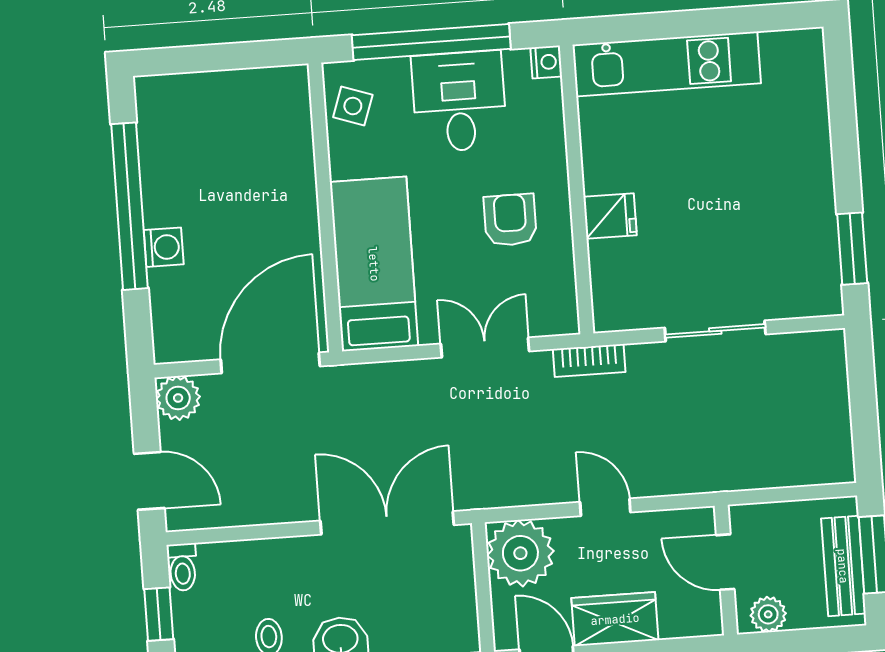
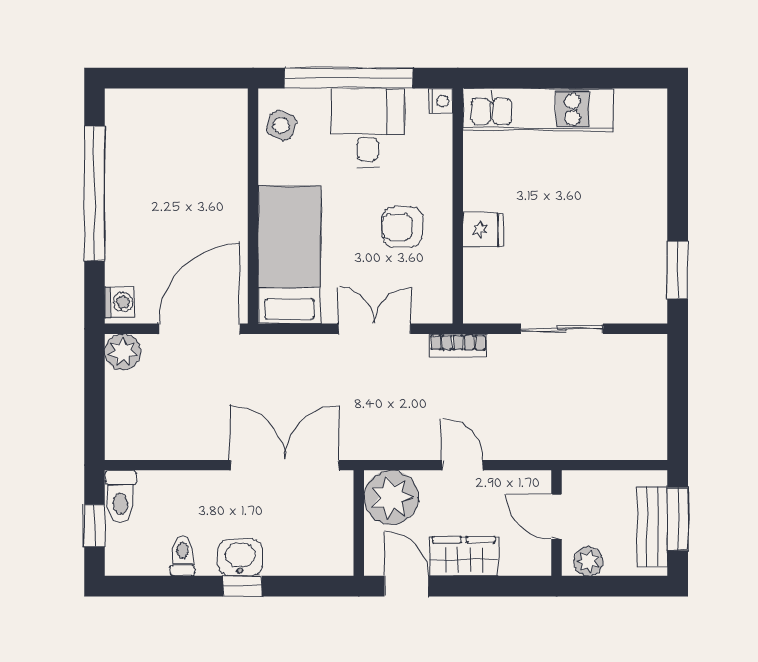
armchair: (510, 220) -> (402, 227), turned -90
washing machine: (164, 247) -> (120, 302), moved
door: (149, 481) -> (94, 417), removed
toilet: (182, 567) -> (121, 496), width x1.37, depth x1.39

